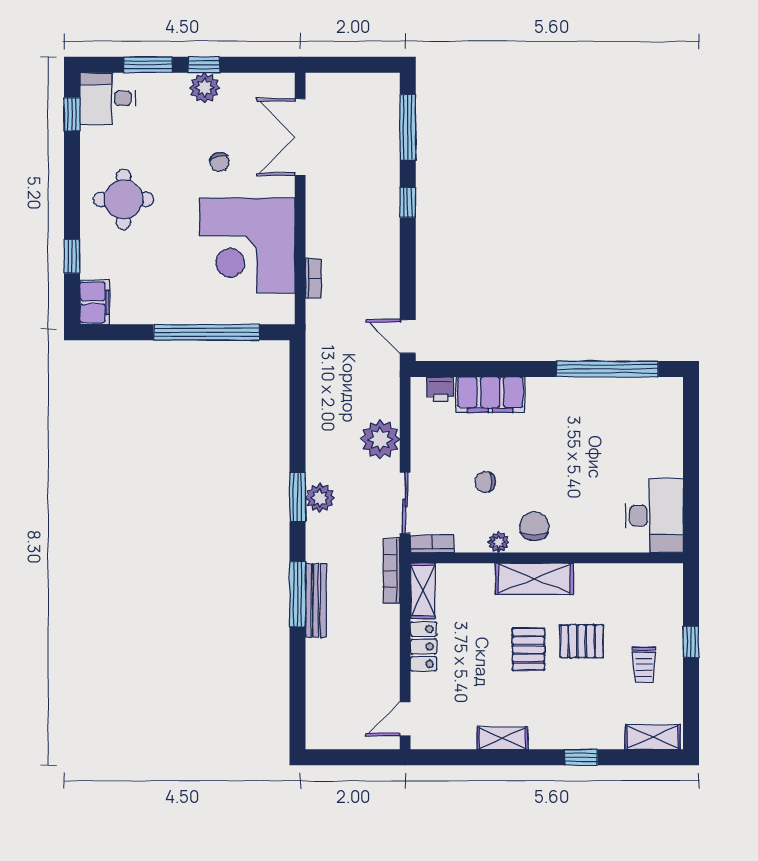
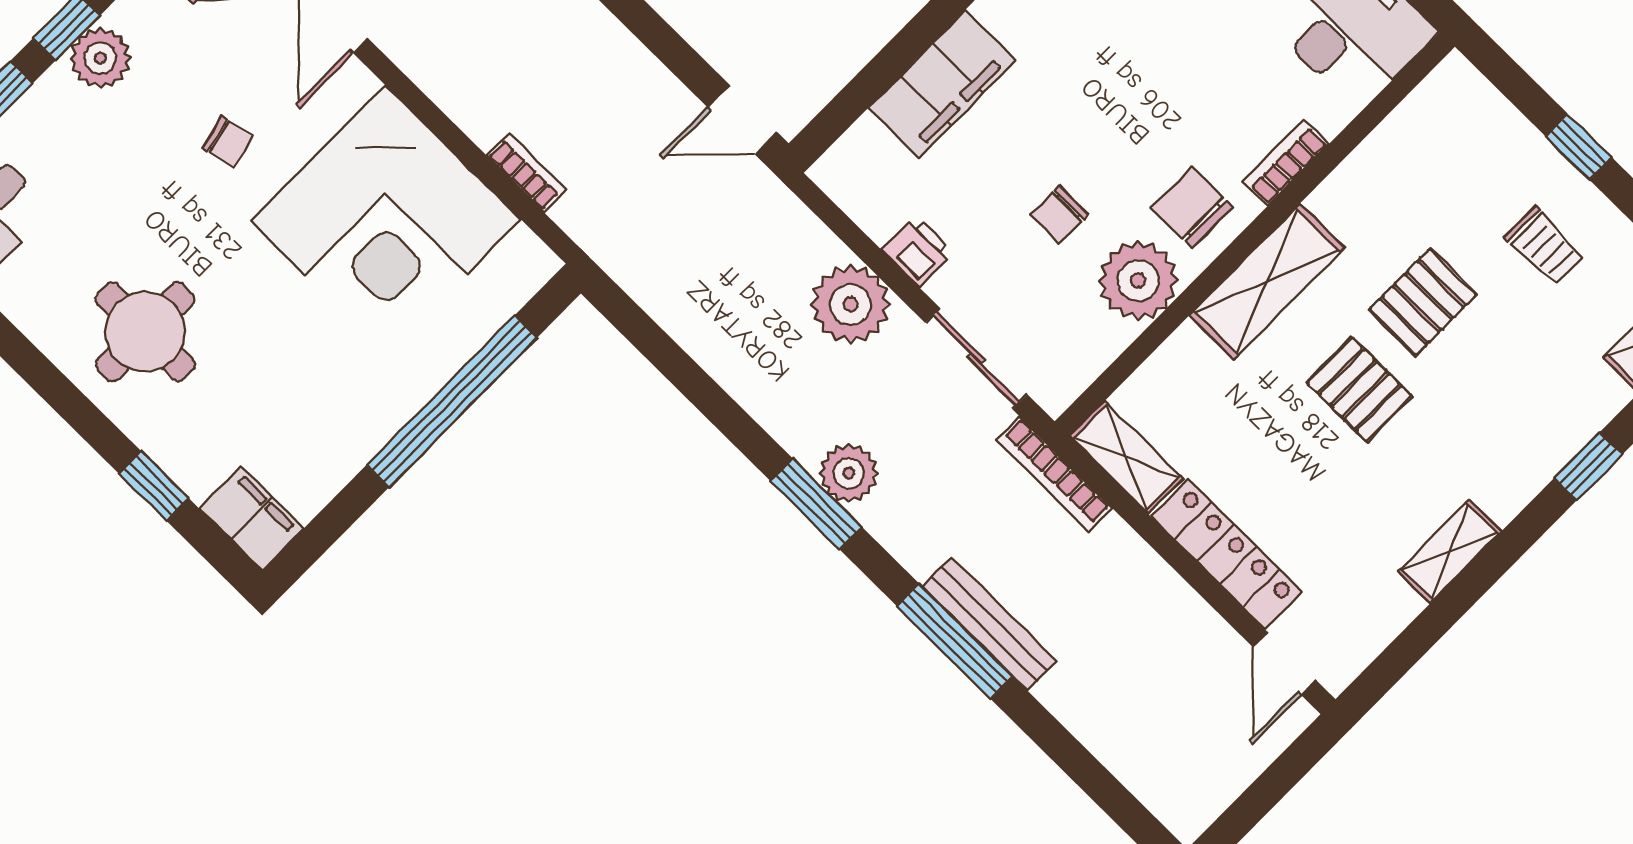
printer: (440, 389) -> (918, 251), moved, turned -90
plant: (499, 542) -> (1138, 281), width x1.88, depth x1.88
bookcase: (432, 544) -> (1286, 163), moved
locker: (424, 646) -> (1227, 554), width x1.53

